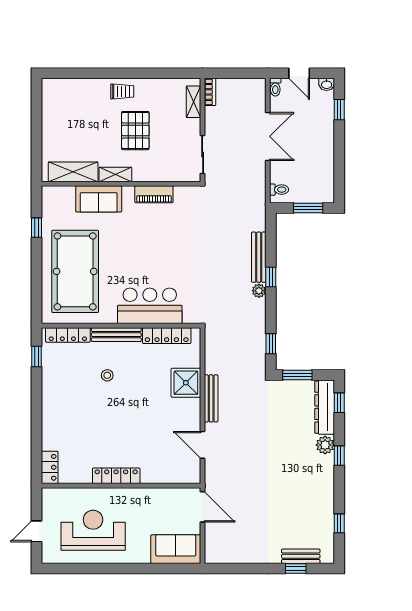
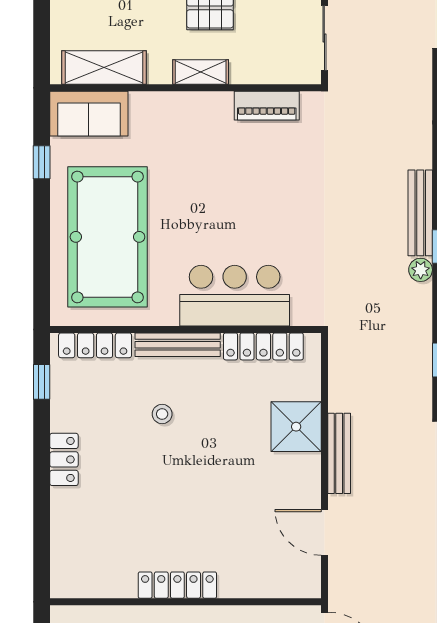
shelving: (115, 175) -> (201, 72), moved
piano: (154, 194) -> (267, 106), moved
sofa: (99, 199) -> (89, 114), moved
locker: (50, 467) -> (64, 459), moved

